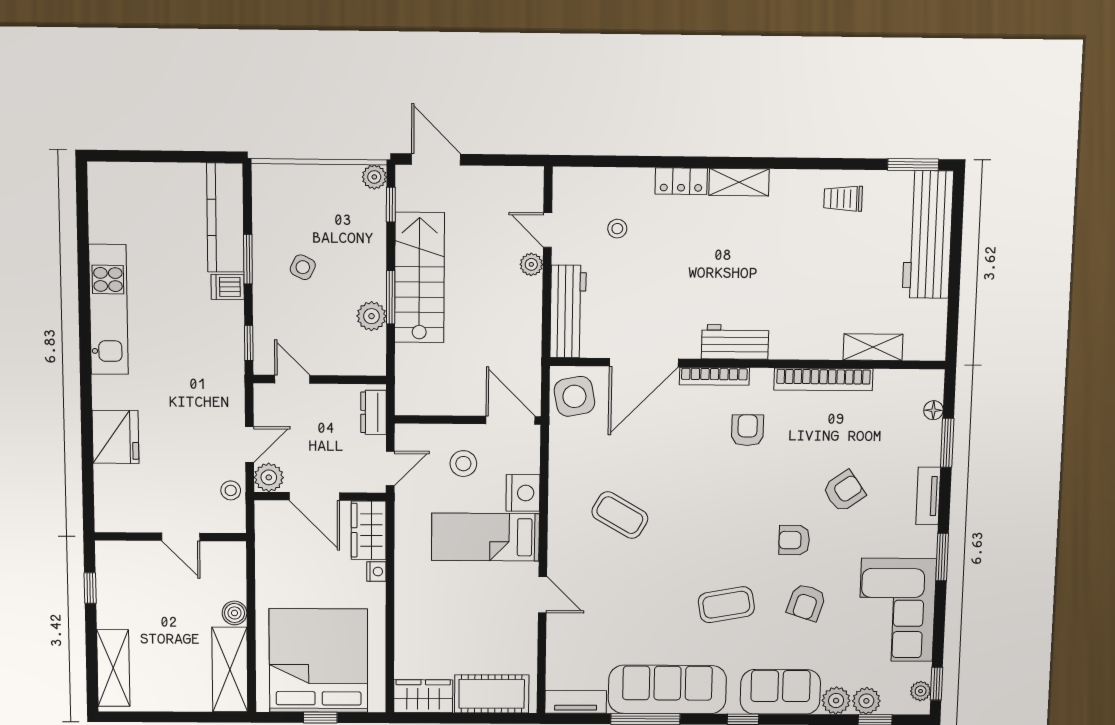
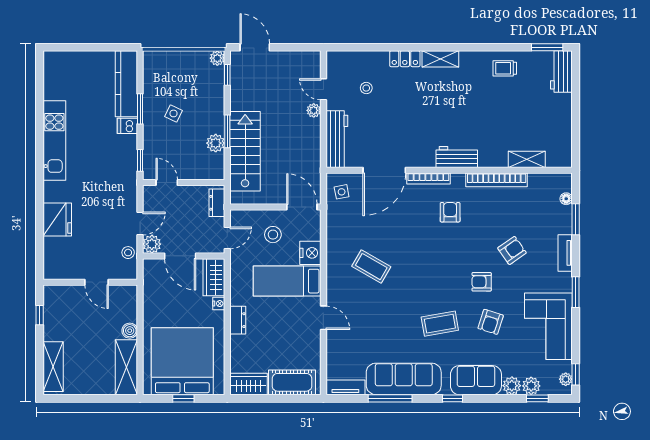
workbench: (928, 235) -> (561, 72), width x0.53, depth x0.76
stairs: (419, 278) -> (245, 151), moved
workbench: (735, 342) -> (457, 157), moved
side table: (574, 396) -> (342, 192), width x0.54, depth x0.54
dresser: (407, 598) -> (238, 320), added

